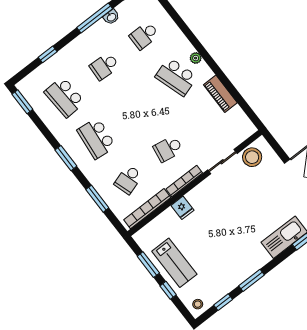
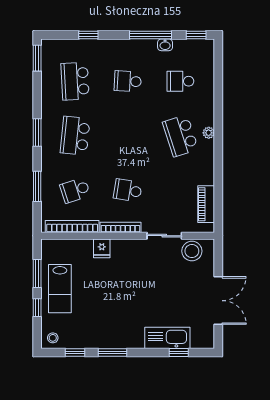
piano: (220, 94) -> (206, 204), moved

